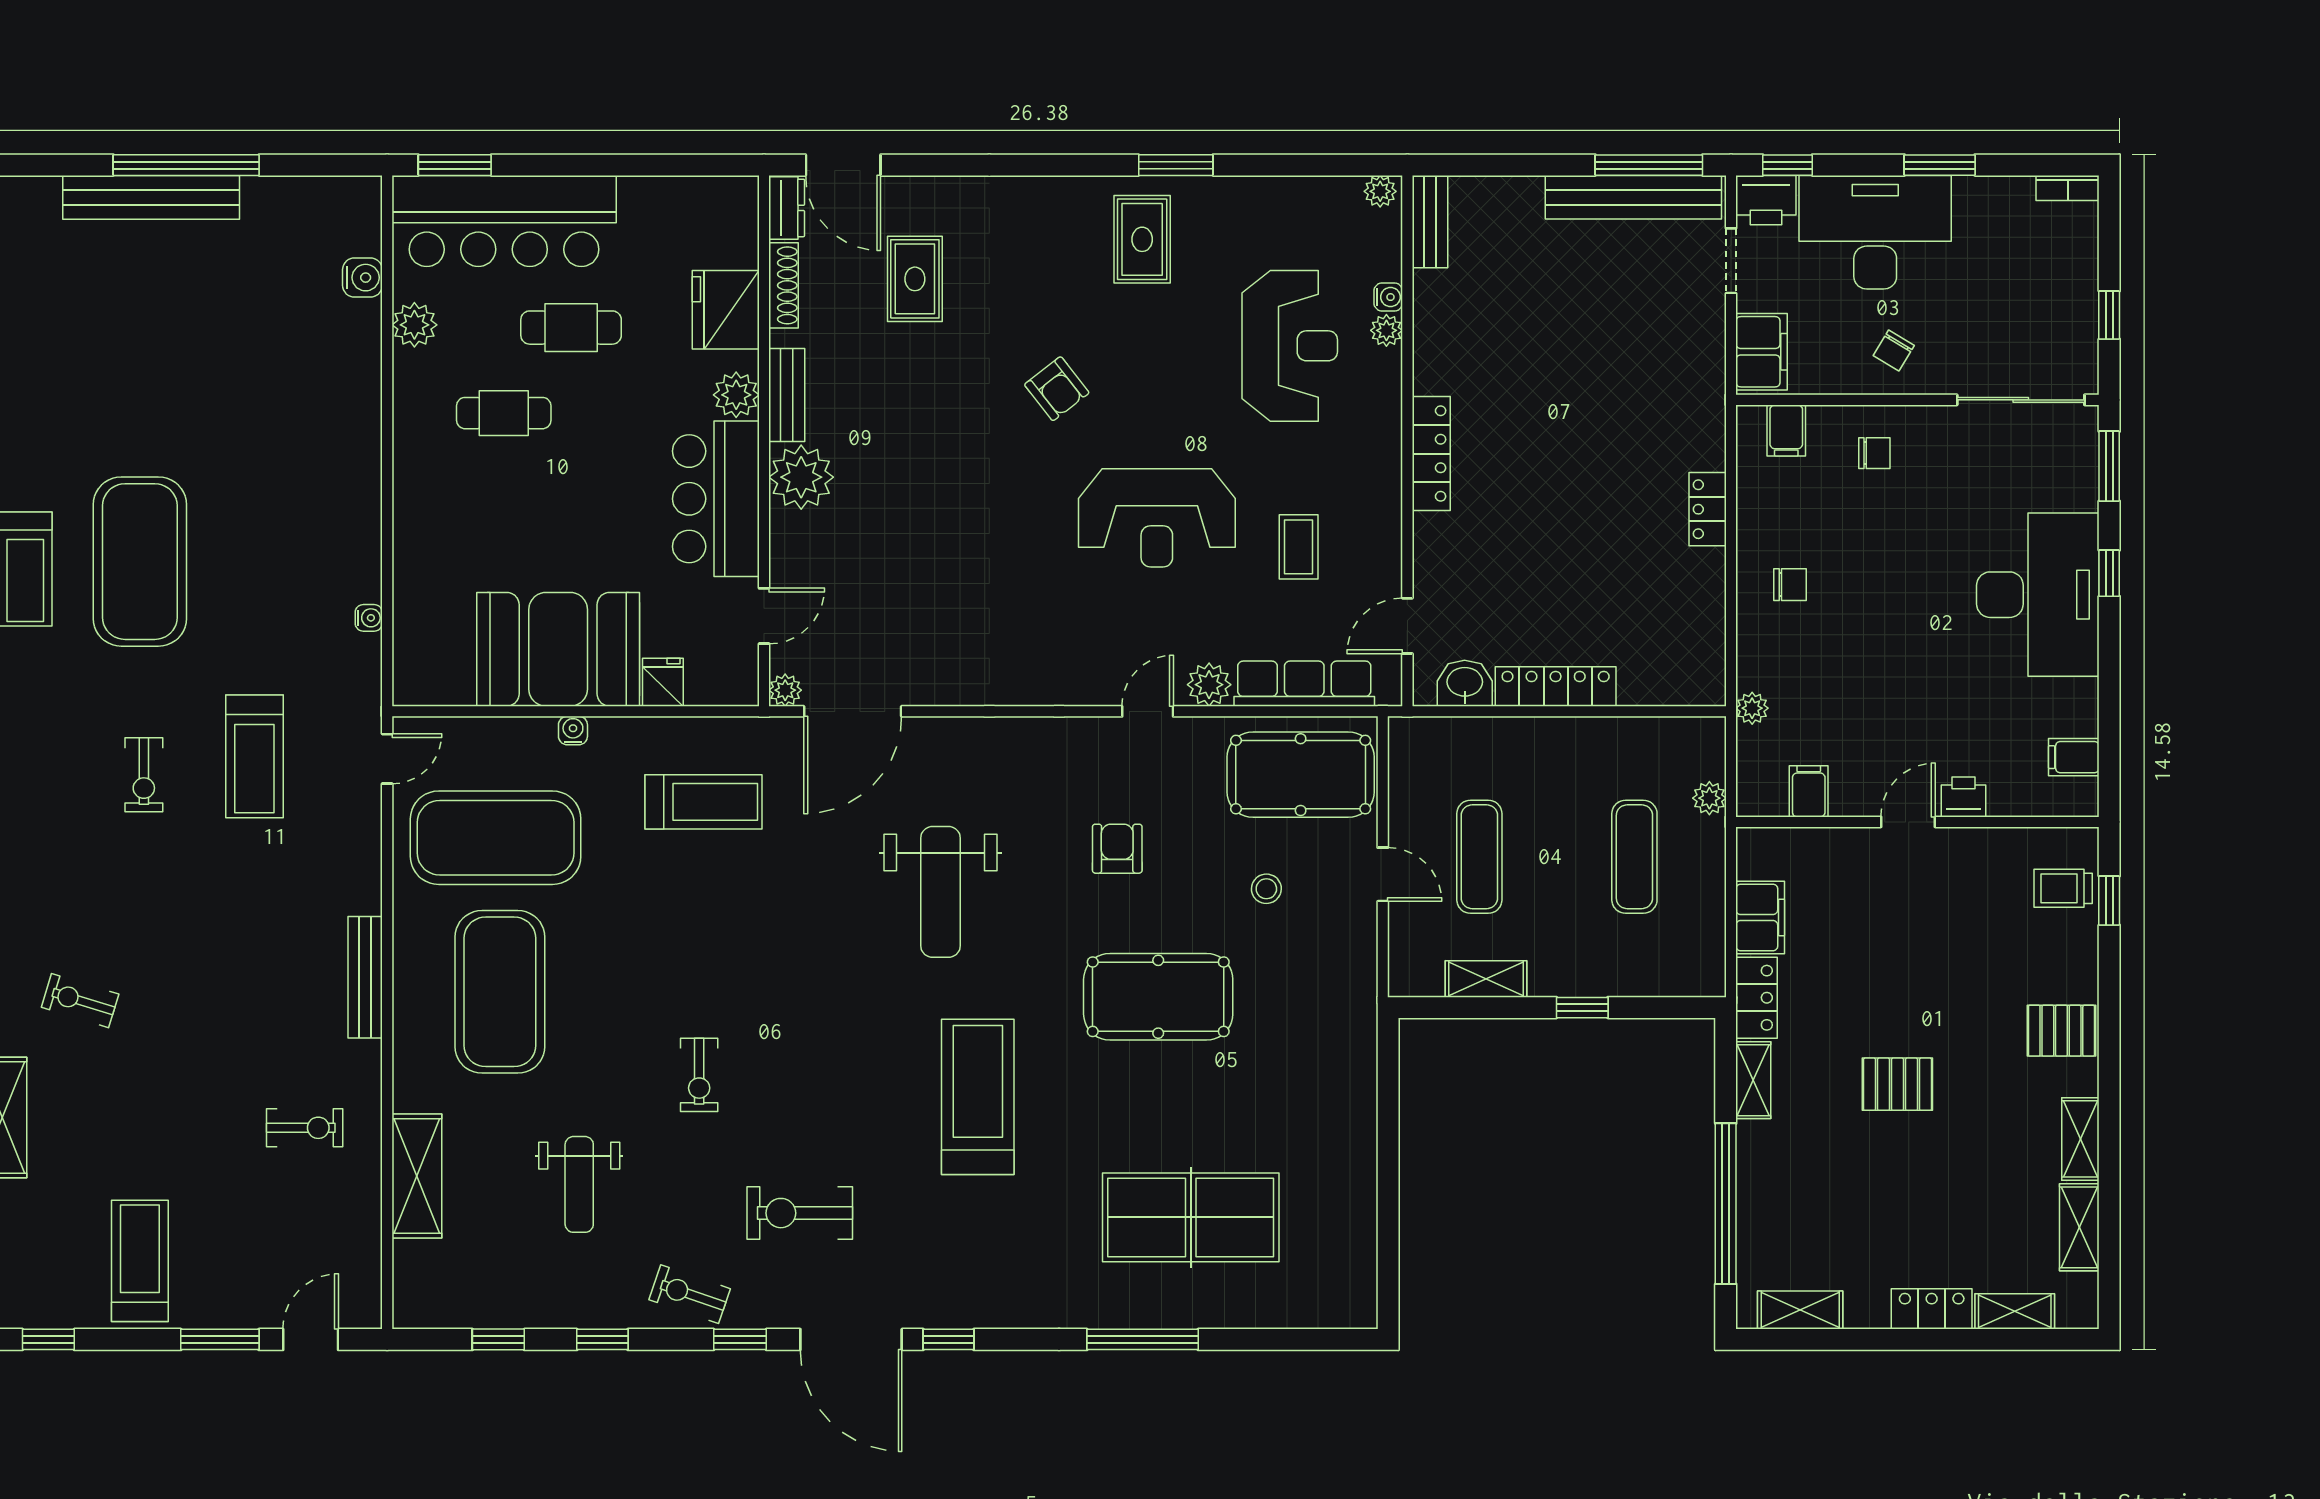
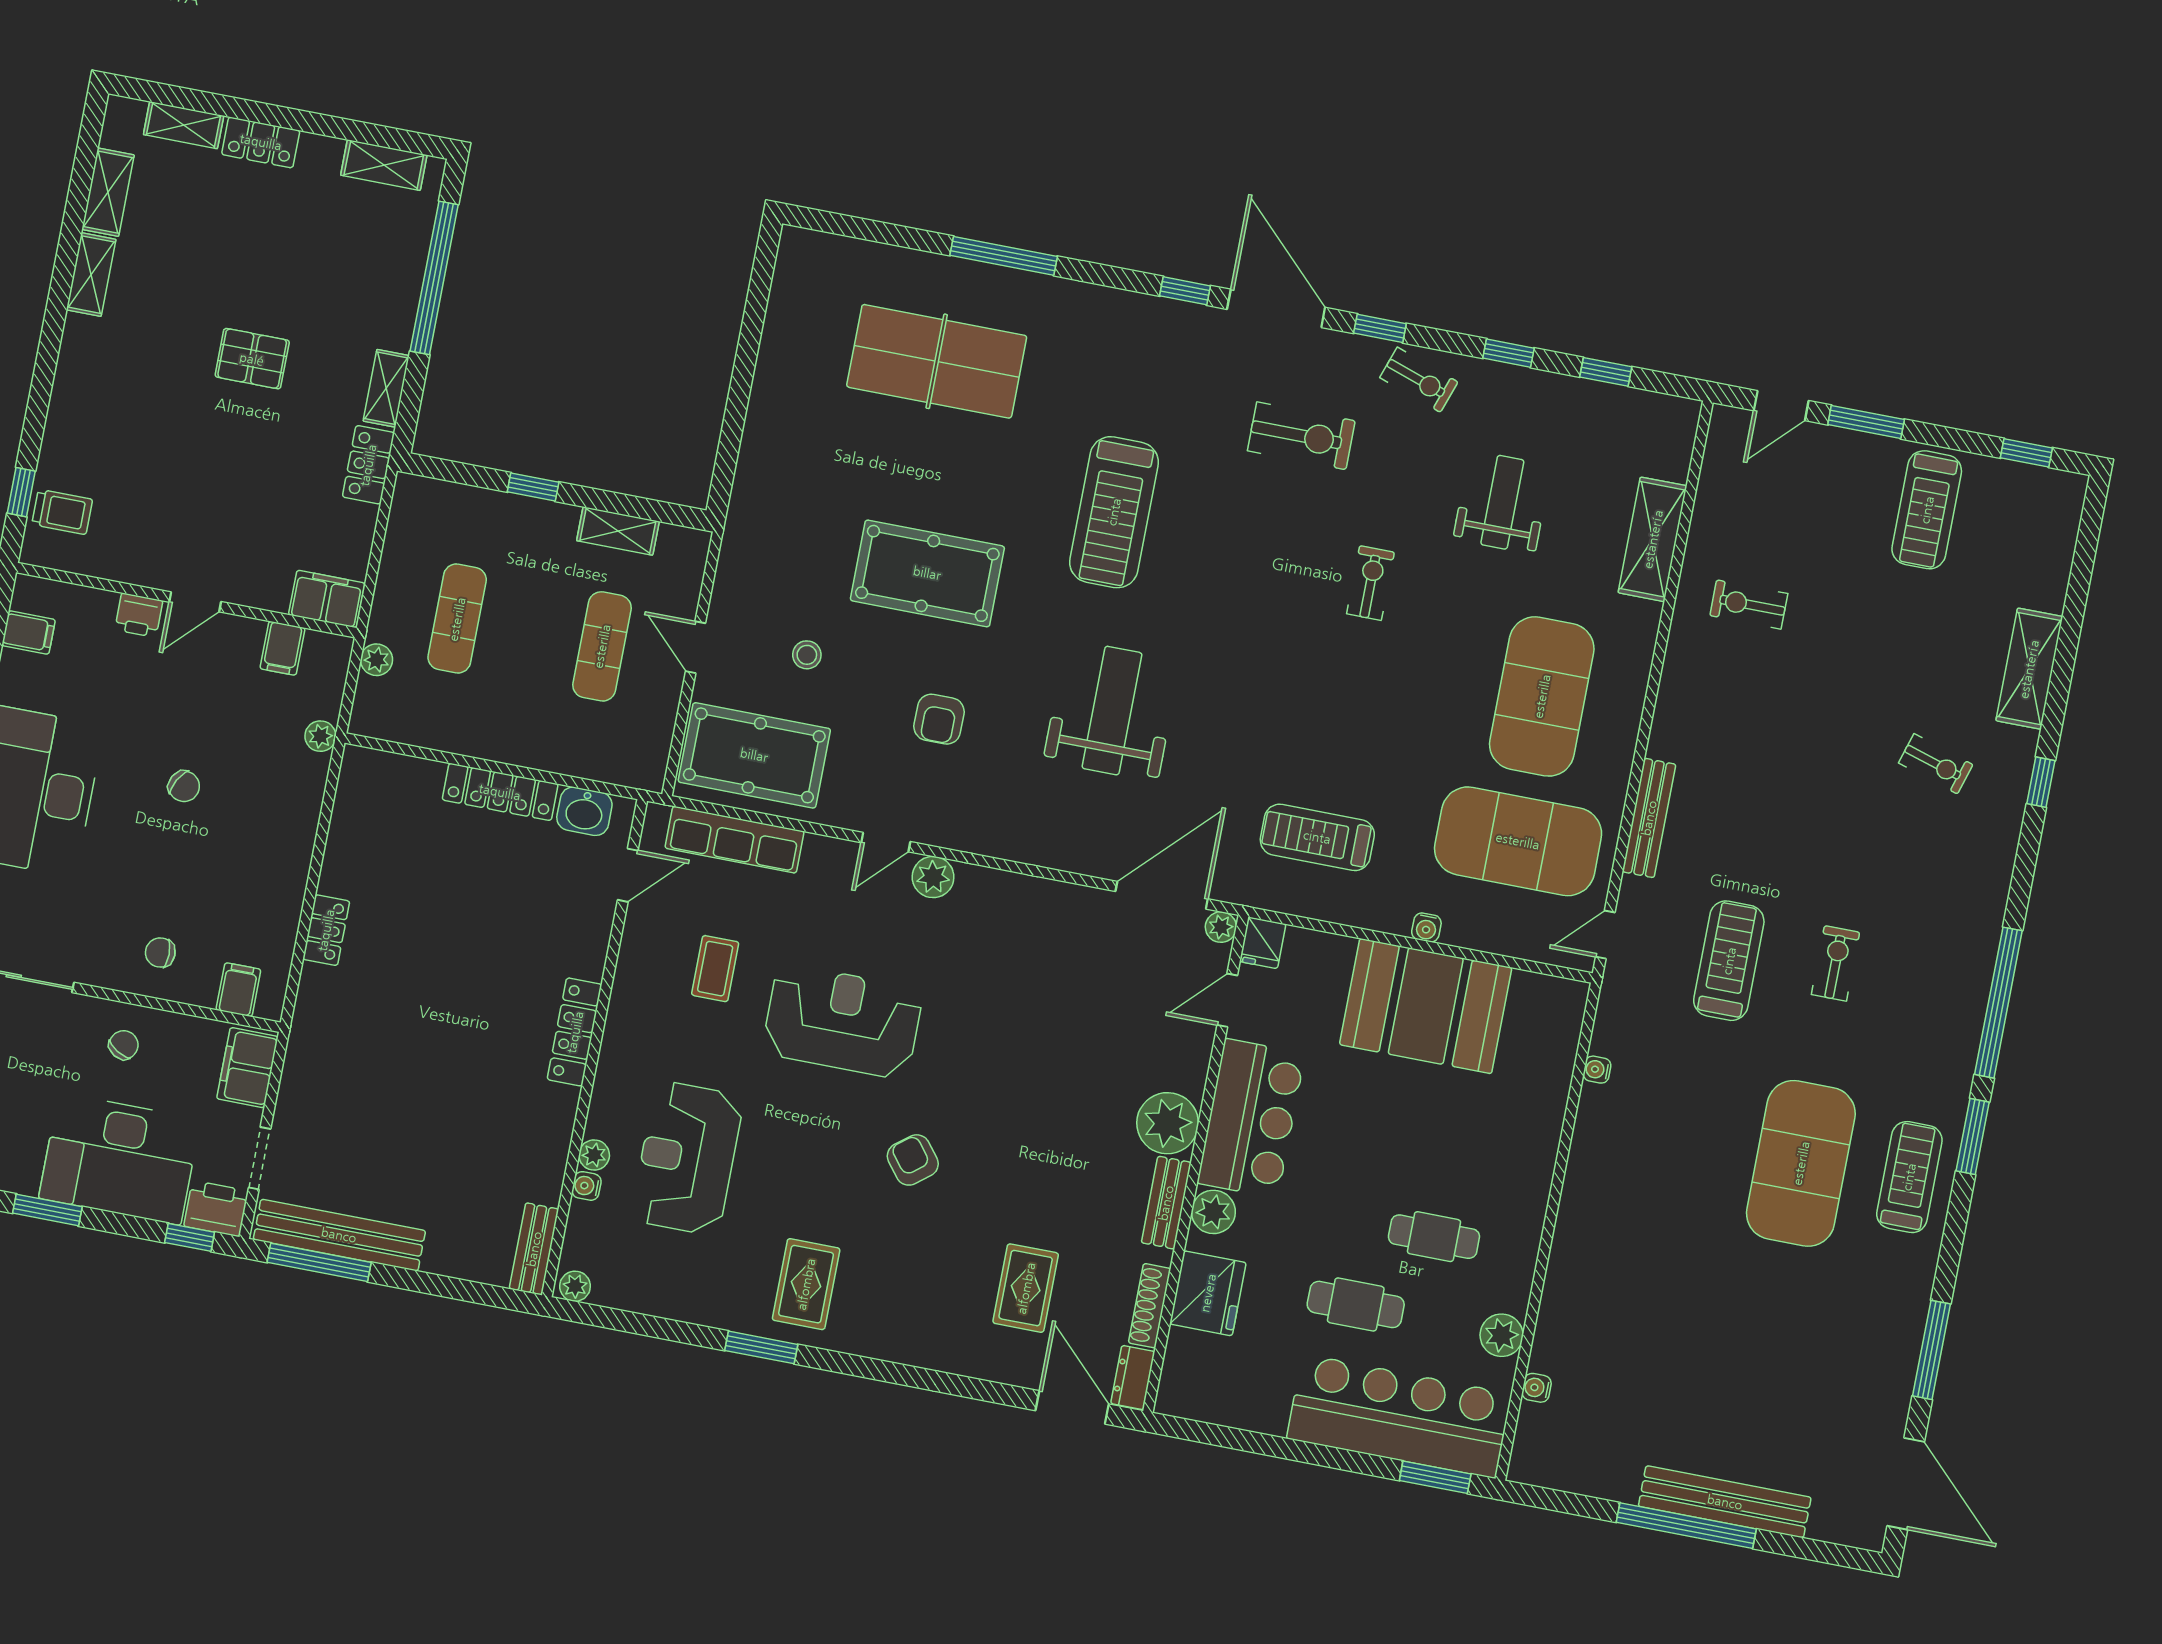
water cooler: (362, 278) -> (1537, 1388), width x0.72, depth x0.72
chair: (1790, 585) -> (184, 786), moved, turned -151
fridge: (663, 682) -> (1263, 943), moved
plant: (1209, 685) -> (933, 877), moved
filing cabinet: (1760, 917) -> (327, 599), moved, turned 90
bench: (365, 977) -> (1649, 818), moved
pallet: (2061, 1031) -> (89, 379), removed

